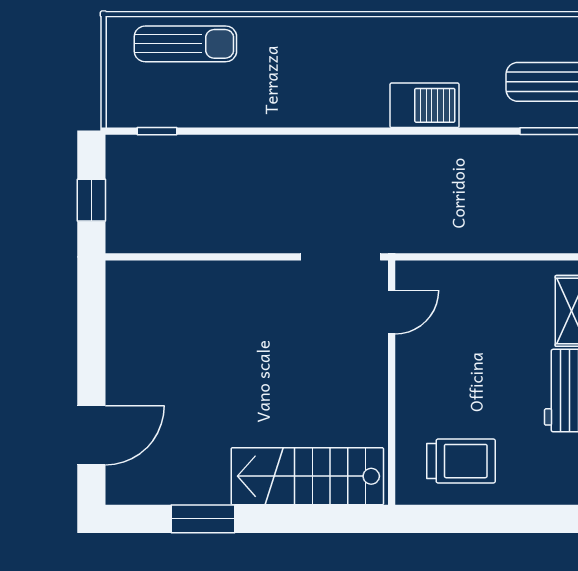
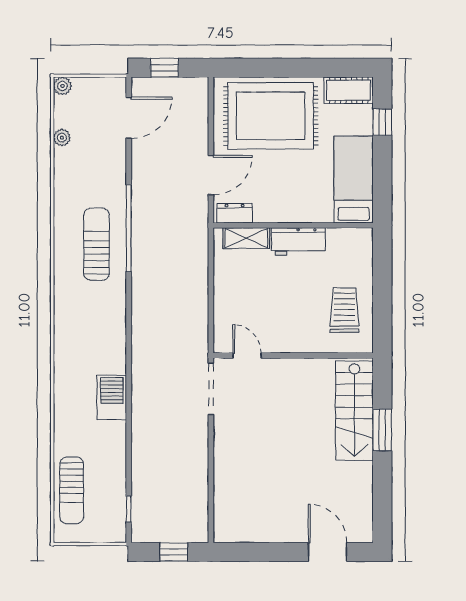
sun lounger: (185, 44) -> (72, 490), turned 180
barbecue: (425, 105) -> (112, 397), moved
window: (203, 519) -> (382, 430), moved

